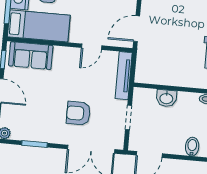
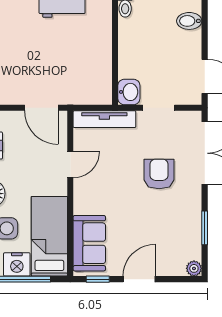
door: (92, 47) -> (70, 165), hinge flipped
washbasin: (166, 98) -> (129, 92), moved
armchair: (78, 113) -> (159, 174), turned 180

